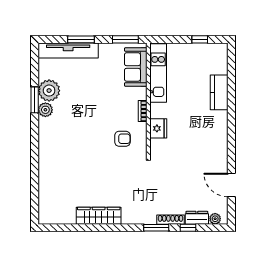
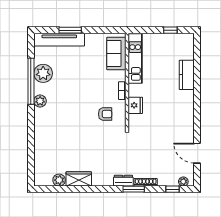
window: (125, 39) -> (108, 30), removed
window: (35, 100) -> (31, 81), width x2.11
plant: (45, 110) -> (40, 101), moved
wardrobe: (99, 216) -> (79, 179), width x0.67
plant: (68, 217) -> (59, 180), added
dresser: (197, 218) -> (123, 181), moved
window: (188, 228) -> (173, 189), moved

